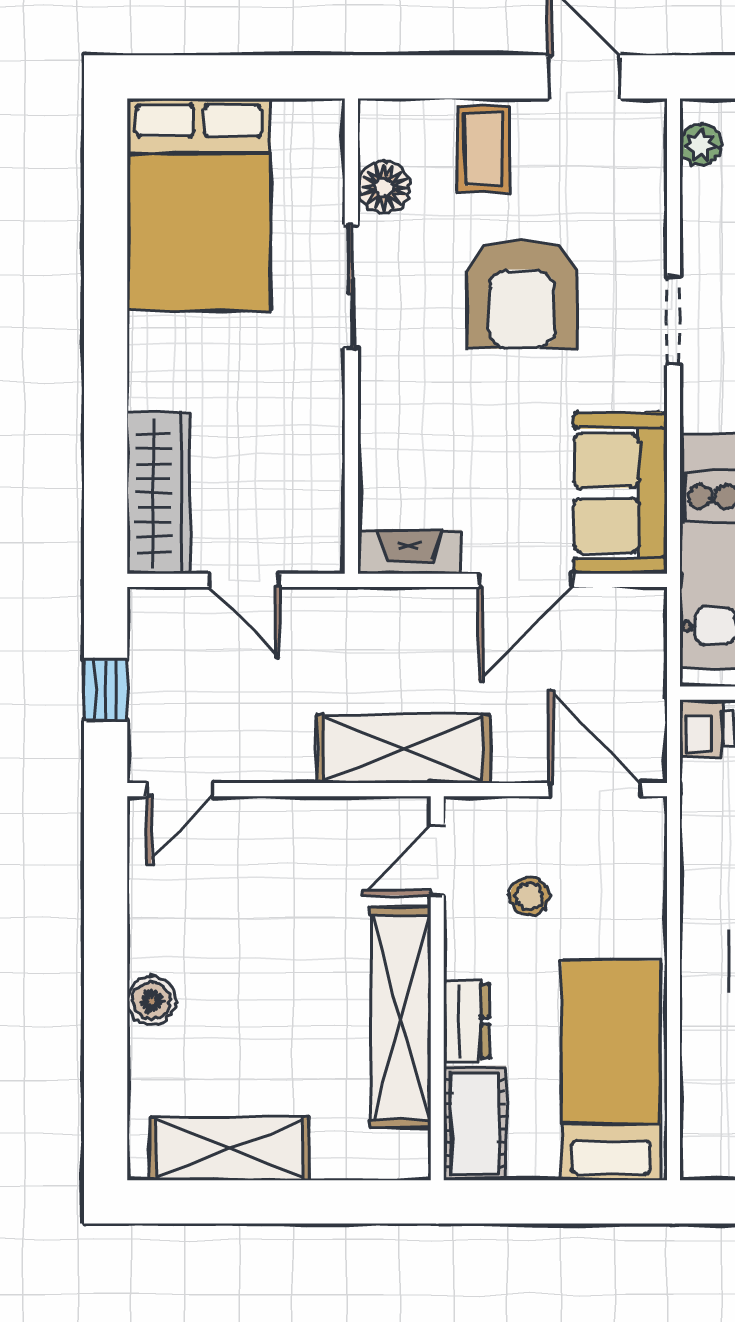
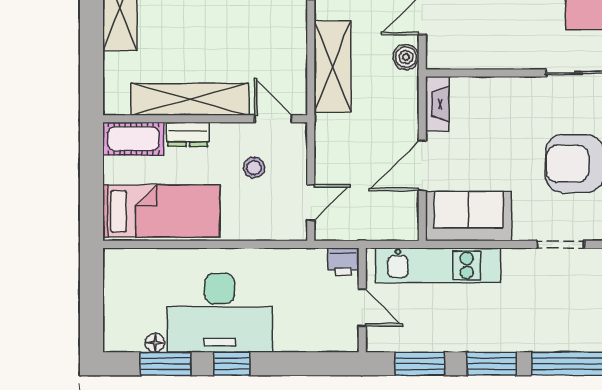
door: (526, 580) -> (422, 166), hinge flipped
boiler: (321, 611) -> (406, 57), added
shelving: (403, 749) -> (333, 67), moved
door: (595, 790) -> (311, 203), width x0.73

